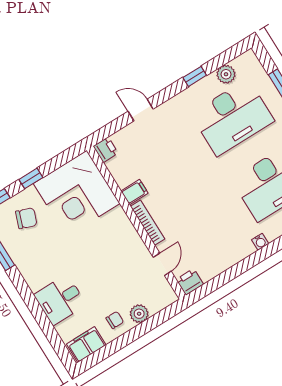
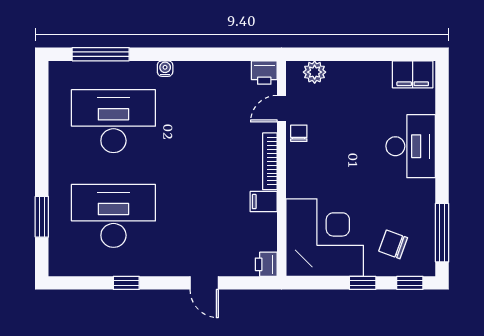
plant: (226, 74) -> (92, 265), removed
desk: (60, 300) -> (411, 146), width x1.37
plant: (139, 314) -> (315, 72), moved
chair: (115, 320) -> (299, 133), moved, turned 90

